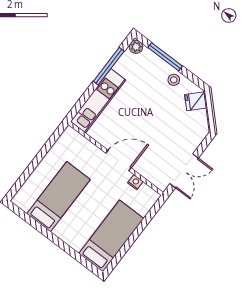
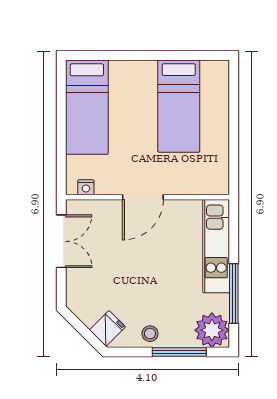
plant: (136, 47) -> (212, 330), width x1.88, depth x1.88
double door: (184, 171) -> (61, 241), swing flipped
nightstand: (135, 182) -> (86, 187), moved

